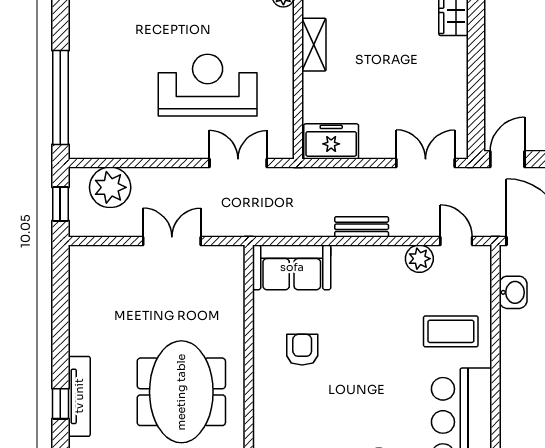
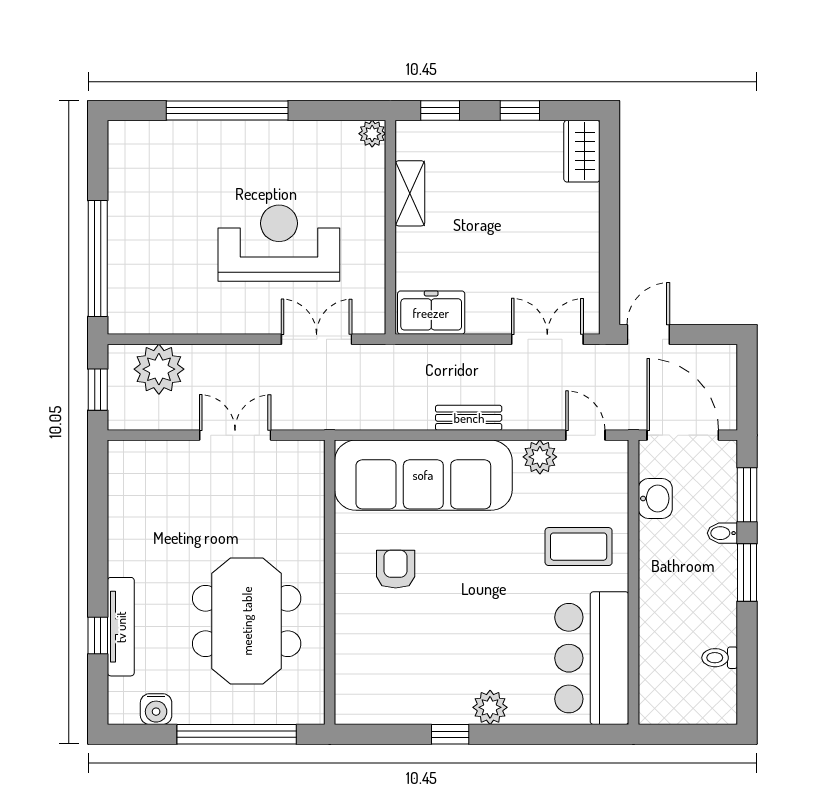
sofa: (292, 267) -> (423, 475), width x1.85, depth x1.27

